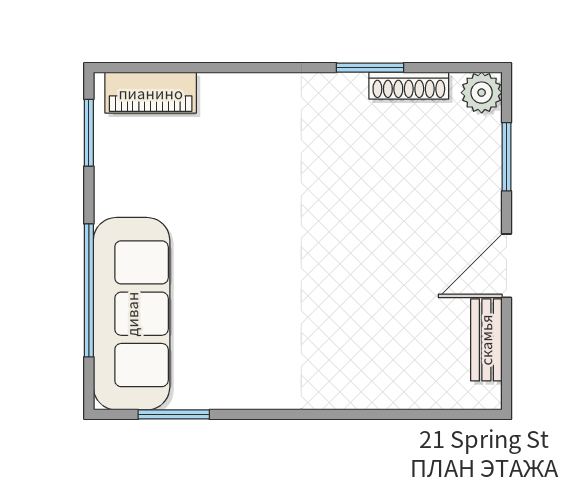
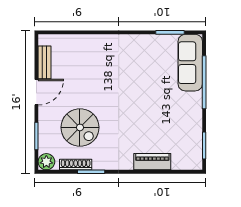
piano: (151, 93) -> (152, 162), moved
spiral stairs: (398, 178) -> (80, 127), added
sofa: (132, 314) -> (190, 63), width x0.74, depth x0.79

